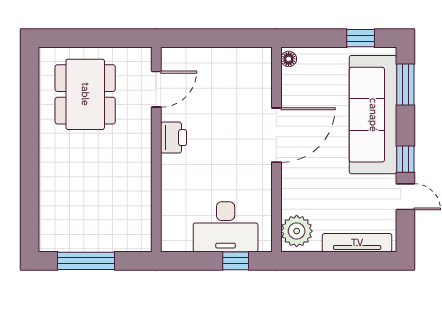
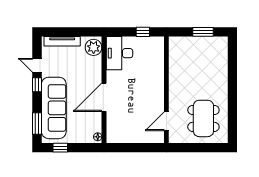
printer: (174, 138) -> (157, 96), removed
desk: (226, 227) -> (119, 53), moved, turned -90
window: (86, 261) -> (203, 32), width x0.69
window: (236, 261) -> (143, 32), moved

